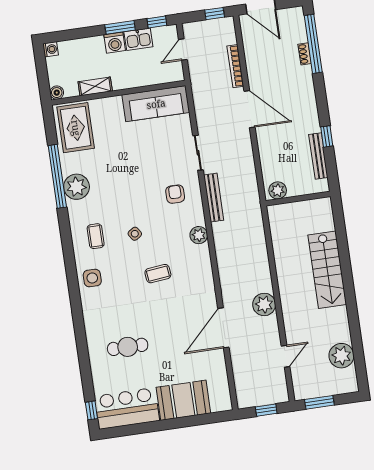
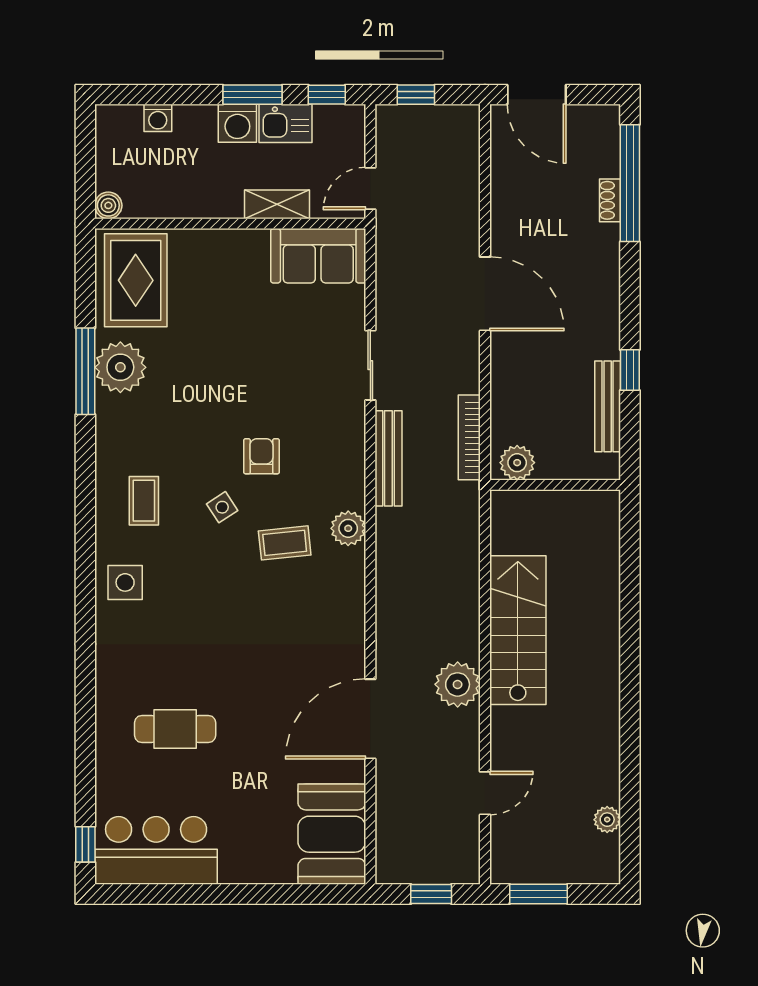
window: (215, 14) -> (416, 95), moved
washing machine: (51, 49) -> (158, 118), moved, turned 90
door: (183, 49) -> (370, 189), moved
bookcase: (235, 66) -> (469, 437), moved
shelving: (95, 86) -> (277, 204), moved
sofa: (156, 104) -> (318, 256), width x0.73
window: (57, 176) -> (85, 371), width x0.68
plant: (77, 187) -> (120, 367), moved
armchair: (175, 194) -> (261, 456), moved
stairs: (327, 270) -> (518, 630), moved, turned 180
coffee table: (158, 274) -> (285, 543), moved
plant: (341, 356) -> (607, 820), width x0.53, depth x0.53
booth: (183, 400) -> (332, 834), moved, turned 90

